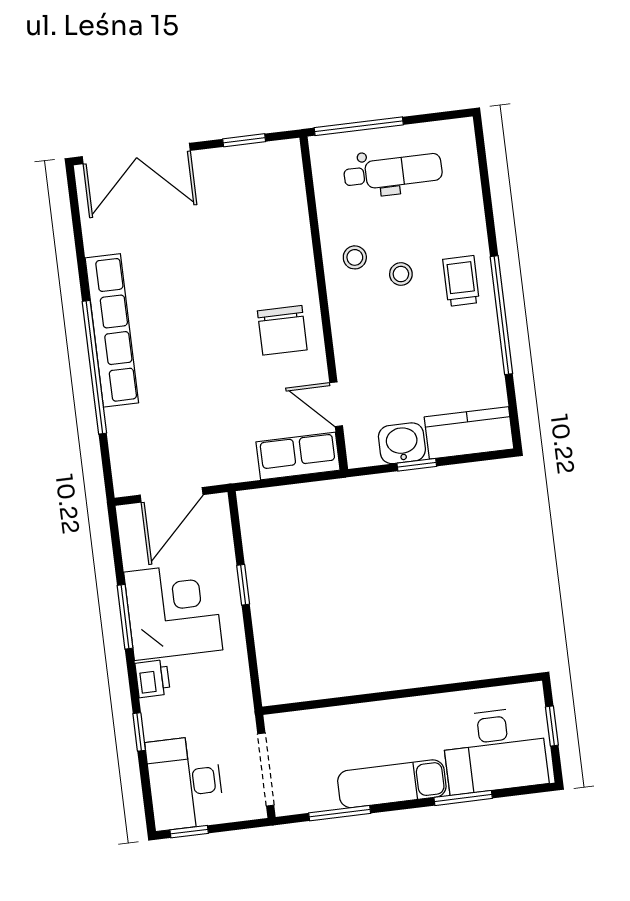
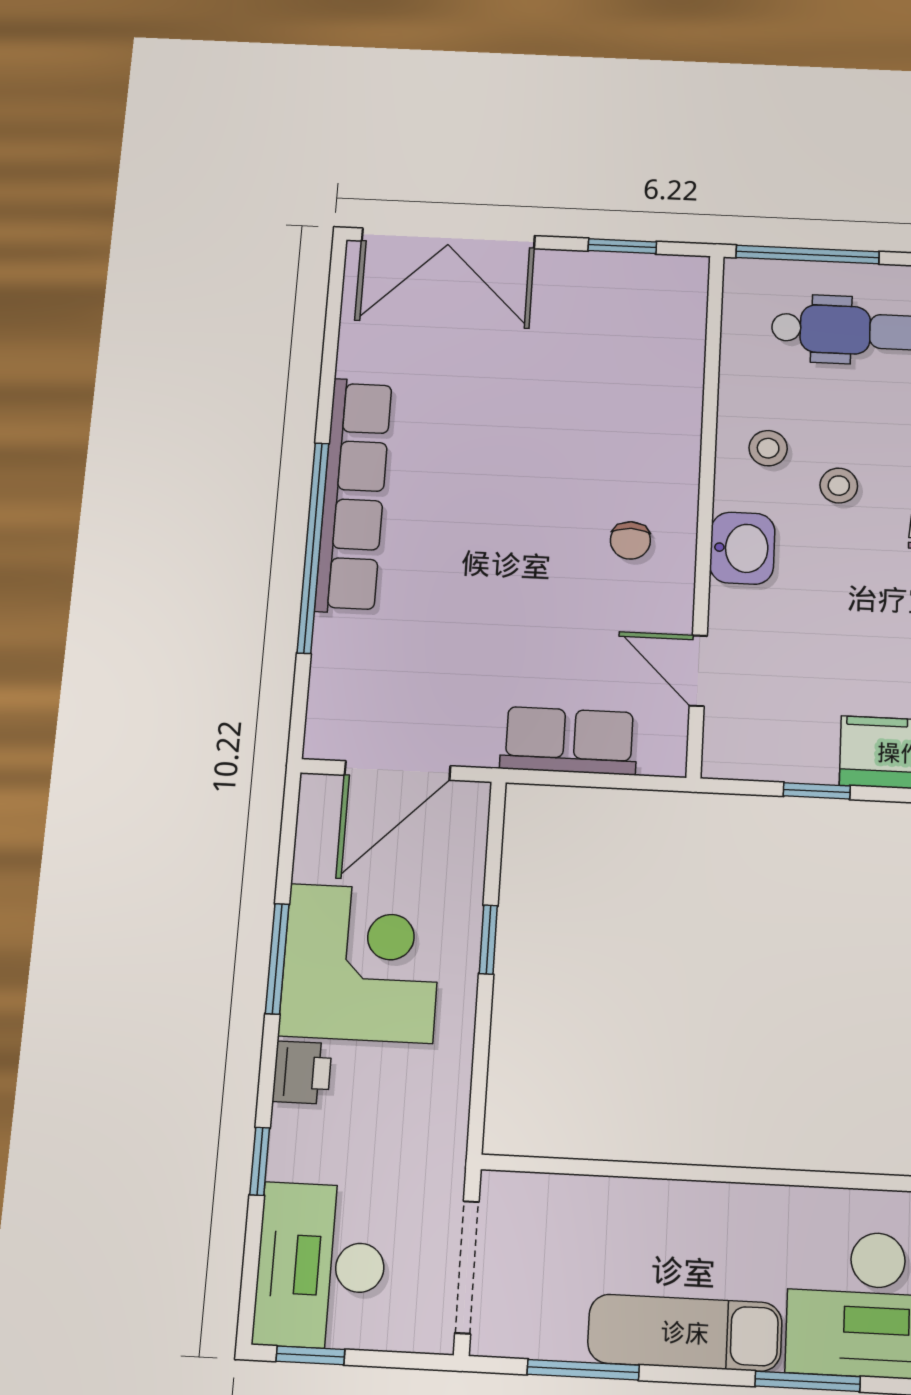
chair: (282, 330) -> (630, 540), width x0.54, depth x0.54
washbasin: (402, 443) -> (742, 548), moved, turned 90
row of seats: (298, 456) -> (569, 741), moved

